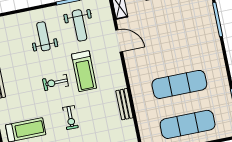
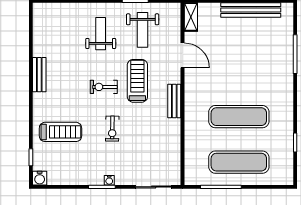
treadmill: (84, 71) -> (137, 81), turned 180
bench: (124, 104) -> (174, 101), moved

